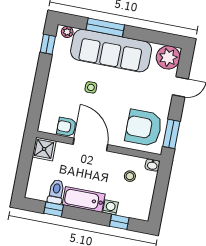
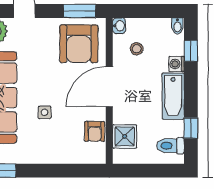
door: (90, 144) -> (109, 87), moved
shower: (44, 149) -> (125, 136), moved
toilet: (56, 192) -> (170, 146), moved
bidet: (143, 215) -> (177, 26), added

